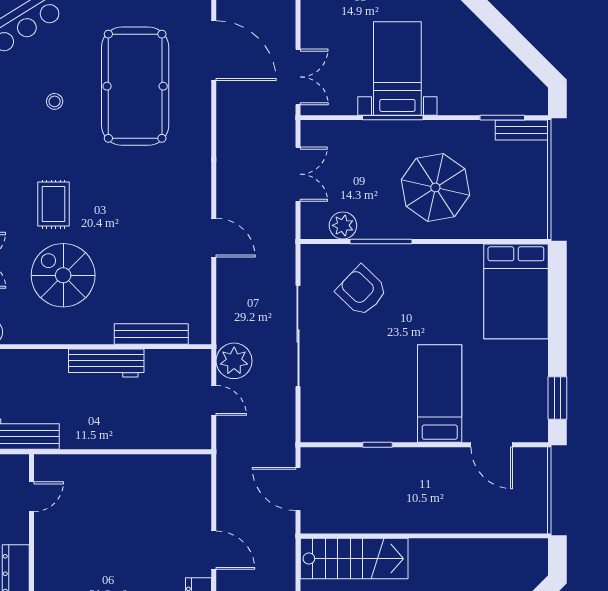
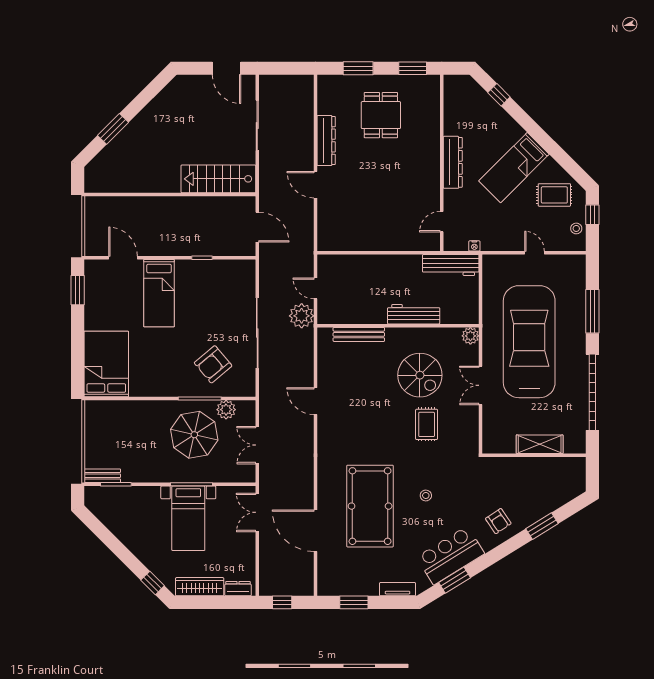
parasol: (435, 187) -> (194, 435), moved
armchair: (362, 291) -> (213, 364), turned 96
workbench: (106, 363) -> (414, 314), moved

